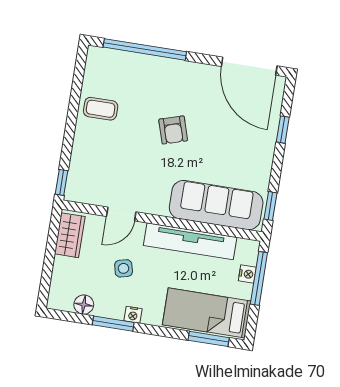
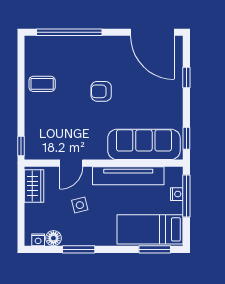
armchair: (173, 130) -> (101, 91), turned 107
nightstand: (133, 315) -> (38, 240), moved

